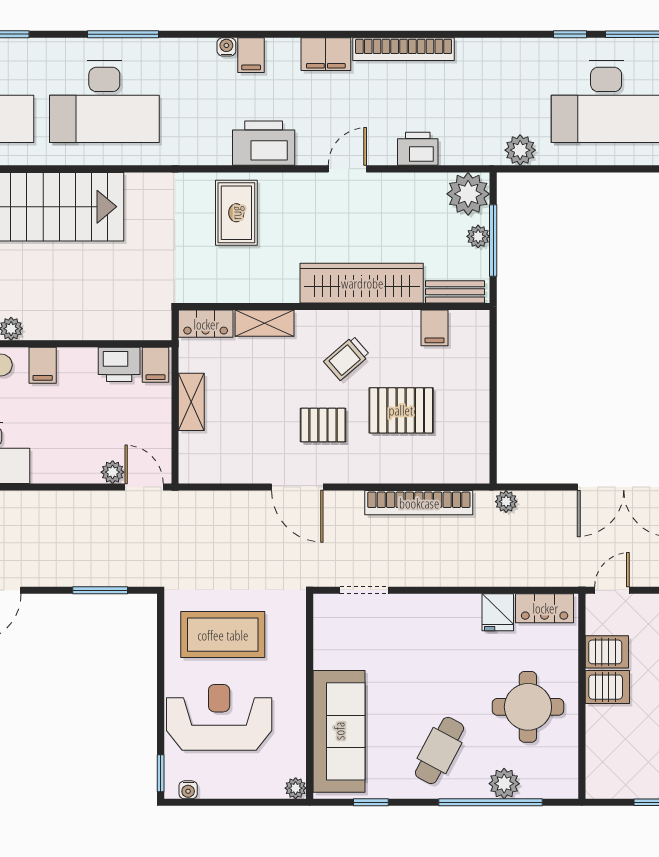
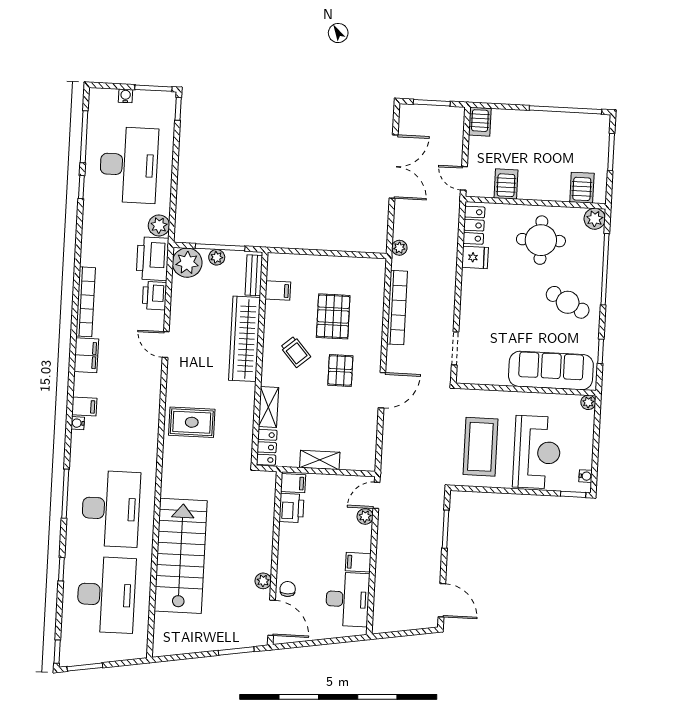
printer: (264, 143) -> (153, 259), moved
filing cabinet: (43, 365) -> (358, 562), moved, turned 180
server rack: (607, 687) -> (582, 188), moved
reception desk: (219, 717) -> (537, 452), turned 180
plant: (504, 784) -> (595, 219), moved

